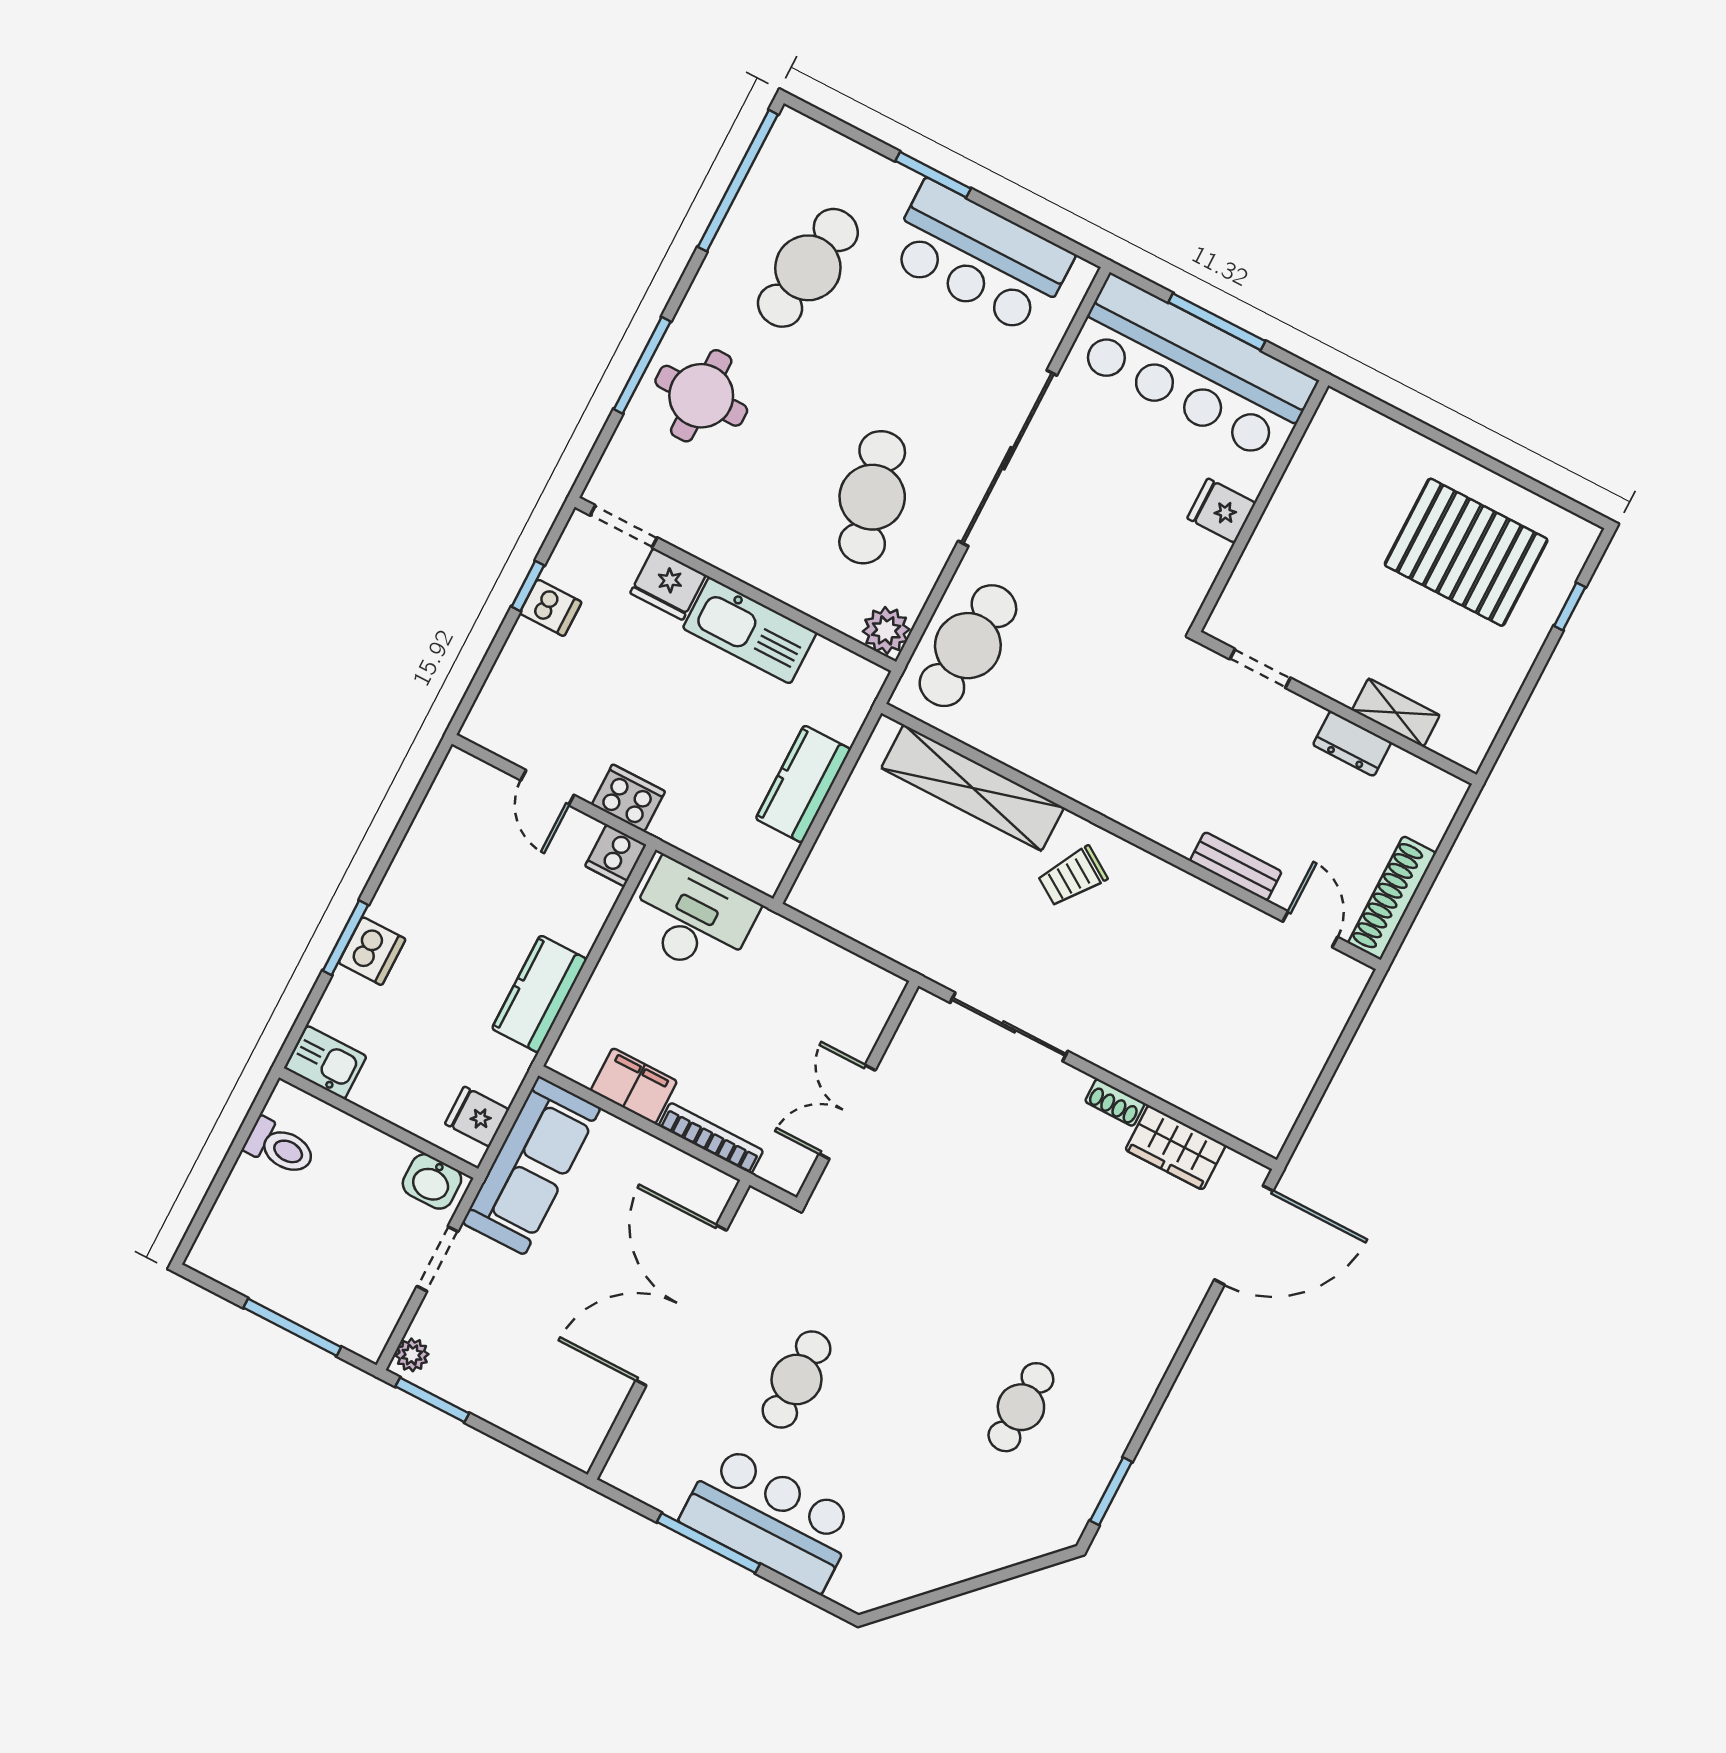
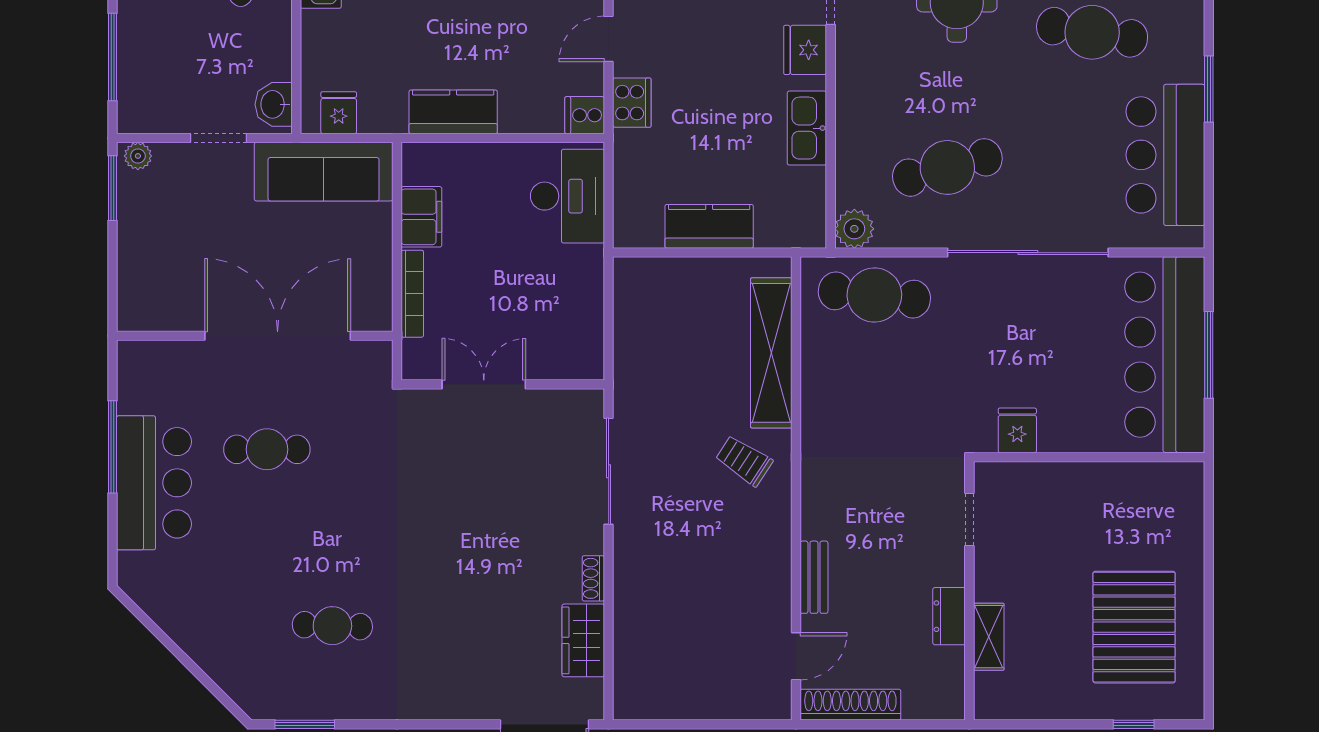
fridge: (1221, 511) -> (1017, 430), moved
kitchen sink: (750, 630) -> (807, 128), width x0.73, depth x0.81

